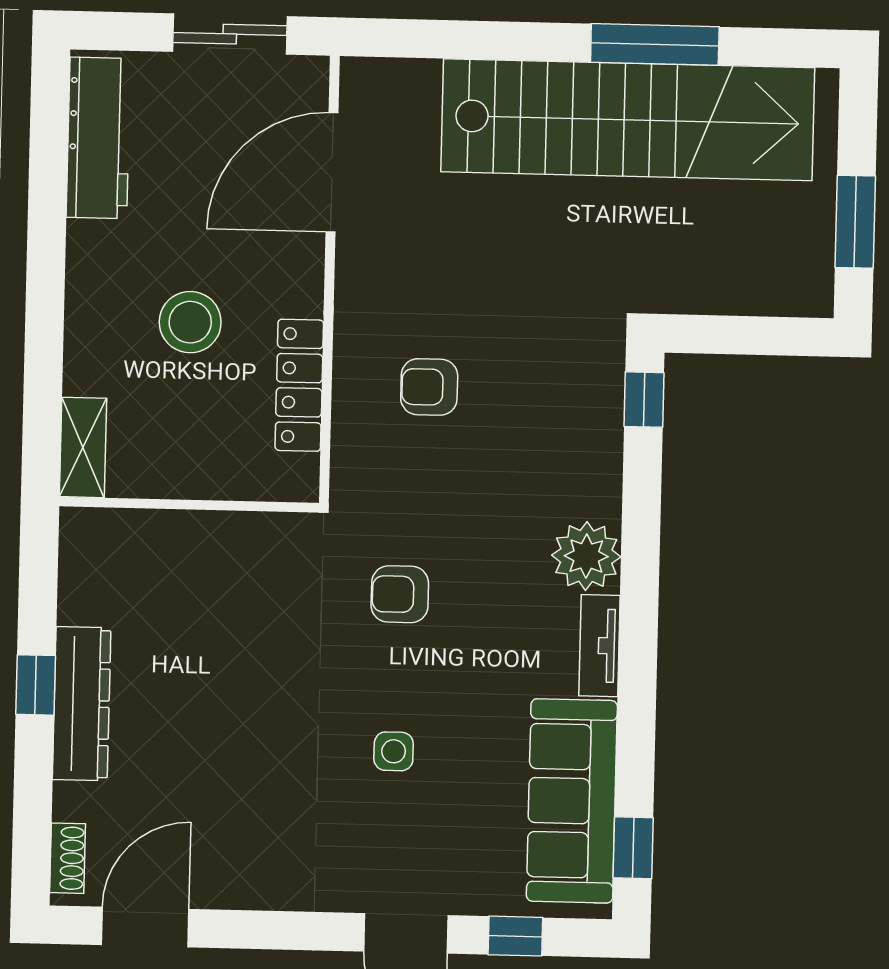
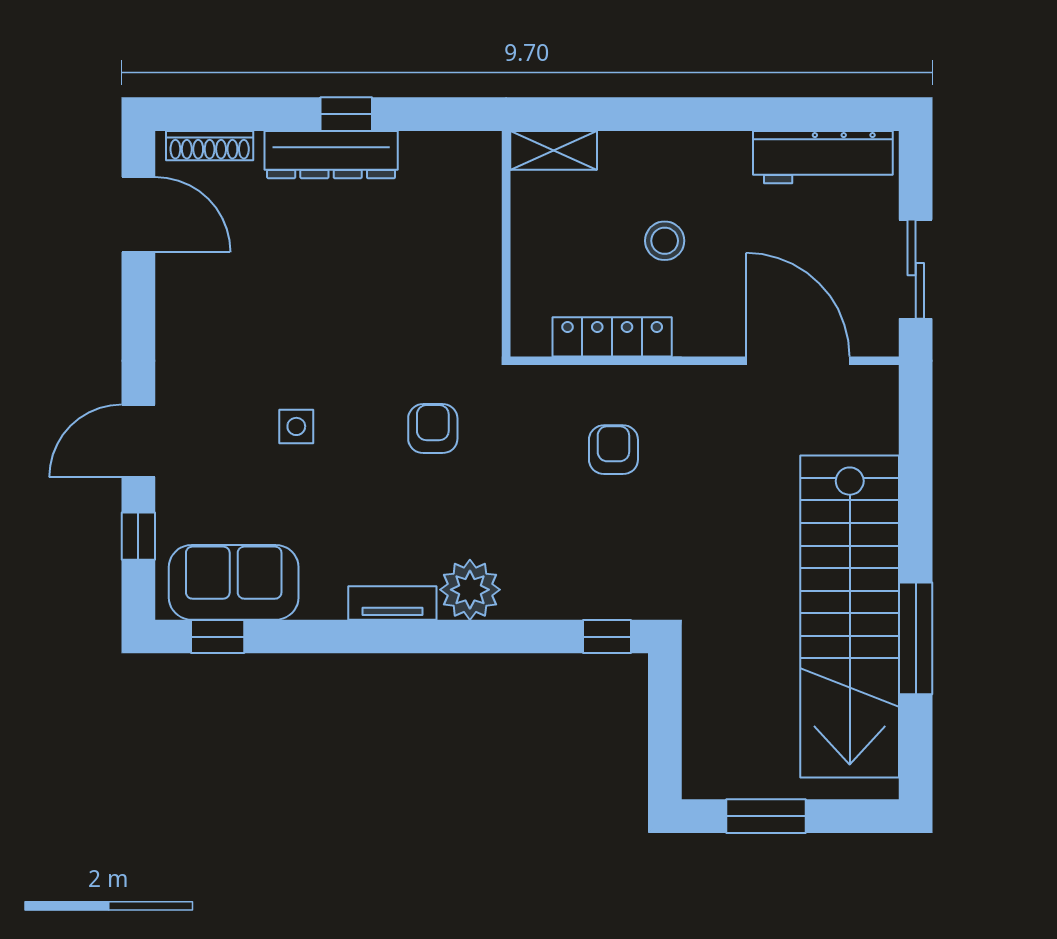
stool: (190, 322) -> (665, 241), width x0.73, depth x0.73
sofa: (572, 801) -> (234, 582), width x0.73
shoe rack: (68, 858) -> (210, 146), width x1.43

